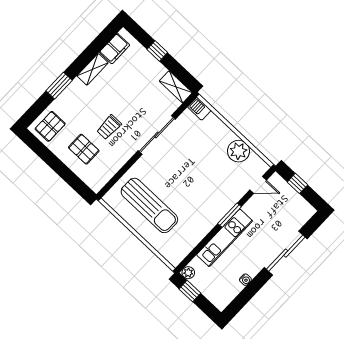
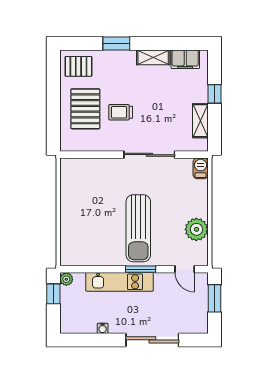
shelving: (176, 87) -> (200, 121), moved
pallet: (84, 149) -> (85, 109), width x1.50, depth x1.42
window: (297, 183) -> (215, 298), width x1.50
sun lounger: (149, 205) -> (138, 228), moved

